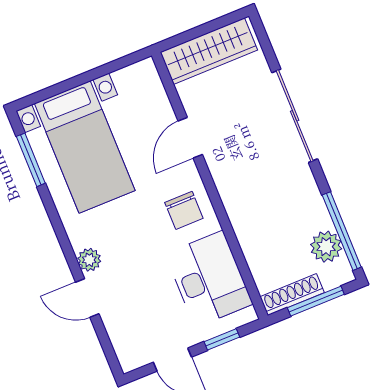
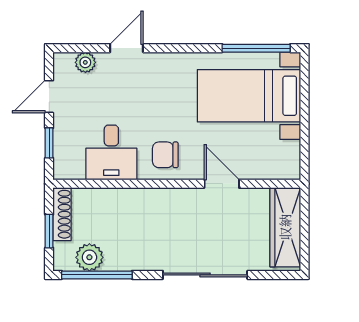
window: (31, 160) -> (256, 48), width x1.44
plant: (89, 260) -> (85, 62), moved
desk: (209, 279) -> (111, 152), width x0.73
window: (316, 301) -> (49, 231), width x0.67

